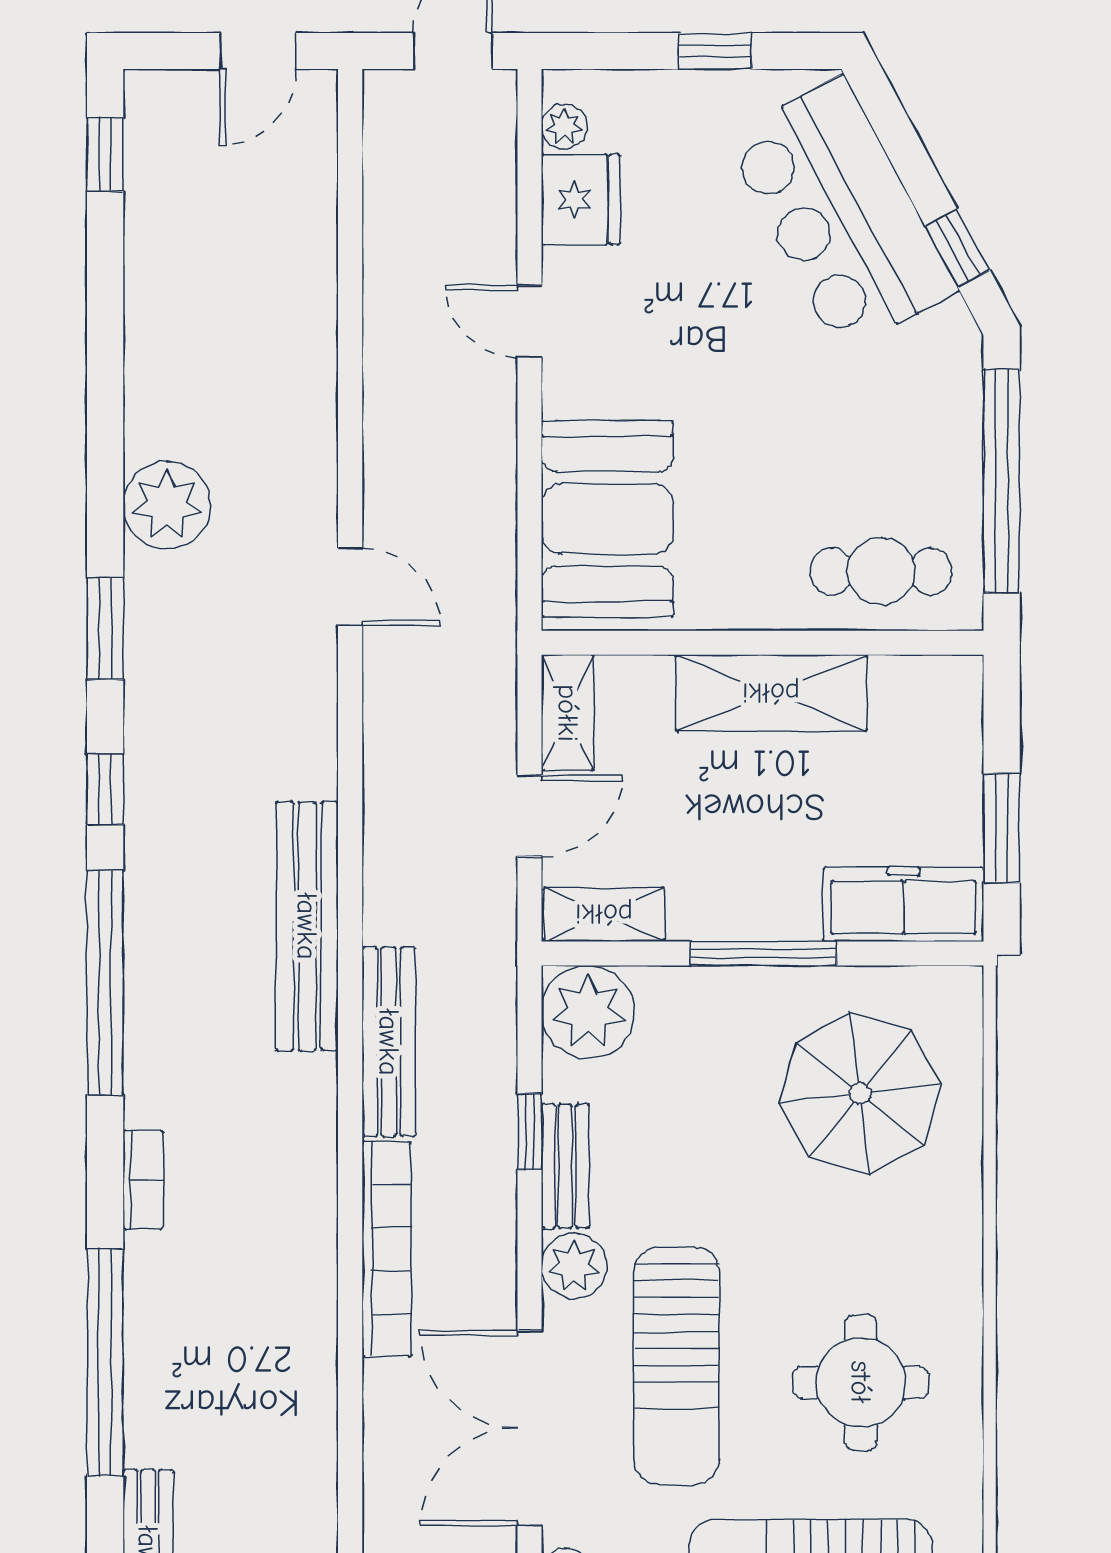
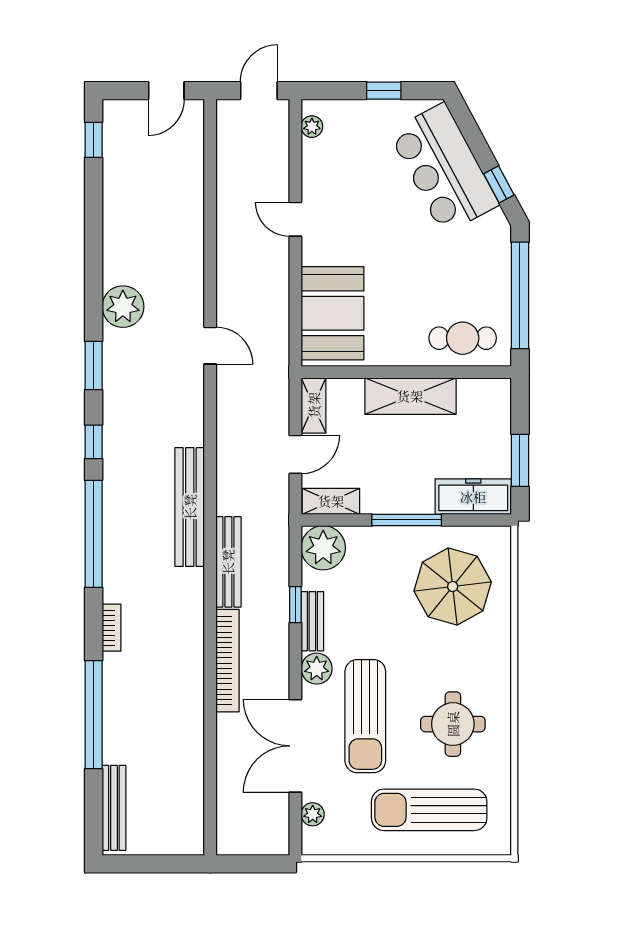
fridge: (581, 200) -> (320, 161), removed

